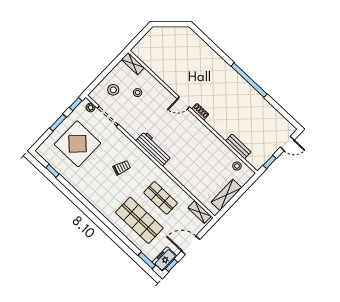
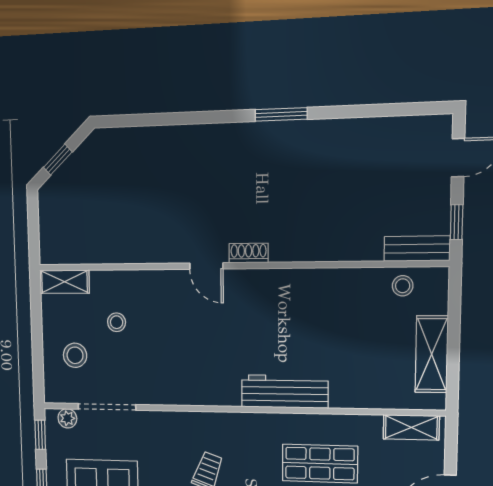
window: (168, 24) -> (58, 160), added
window: (249, 80) -> (281, 114), width x0.47
door: (183, 103) -> (206, 266), hinge flipped
bench: (238, 146) -> (417, 249), moved
workbench: (154, 149) -> (285, 391), moved

